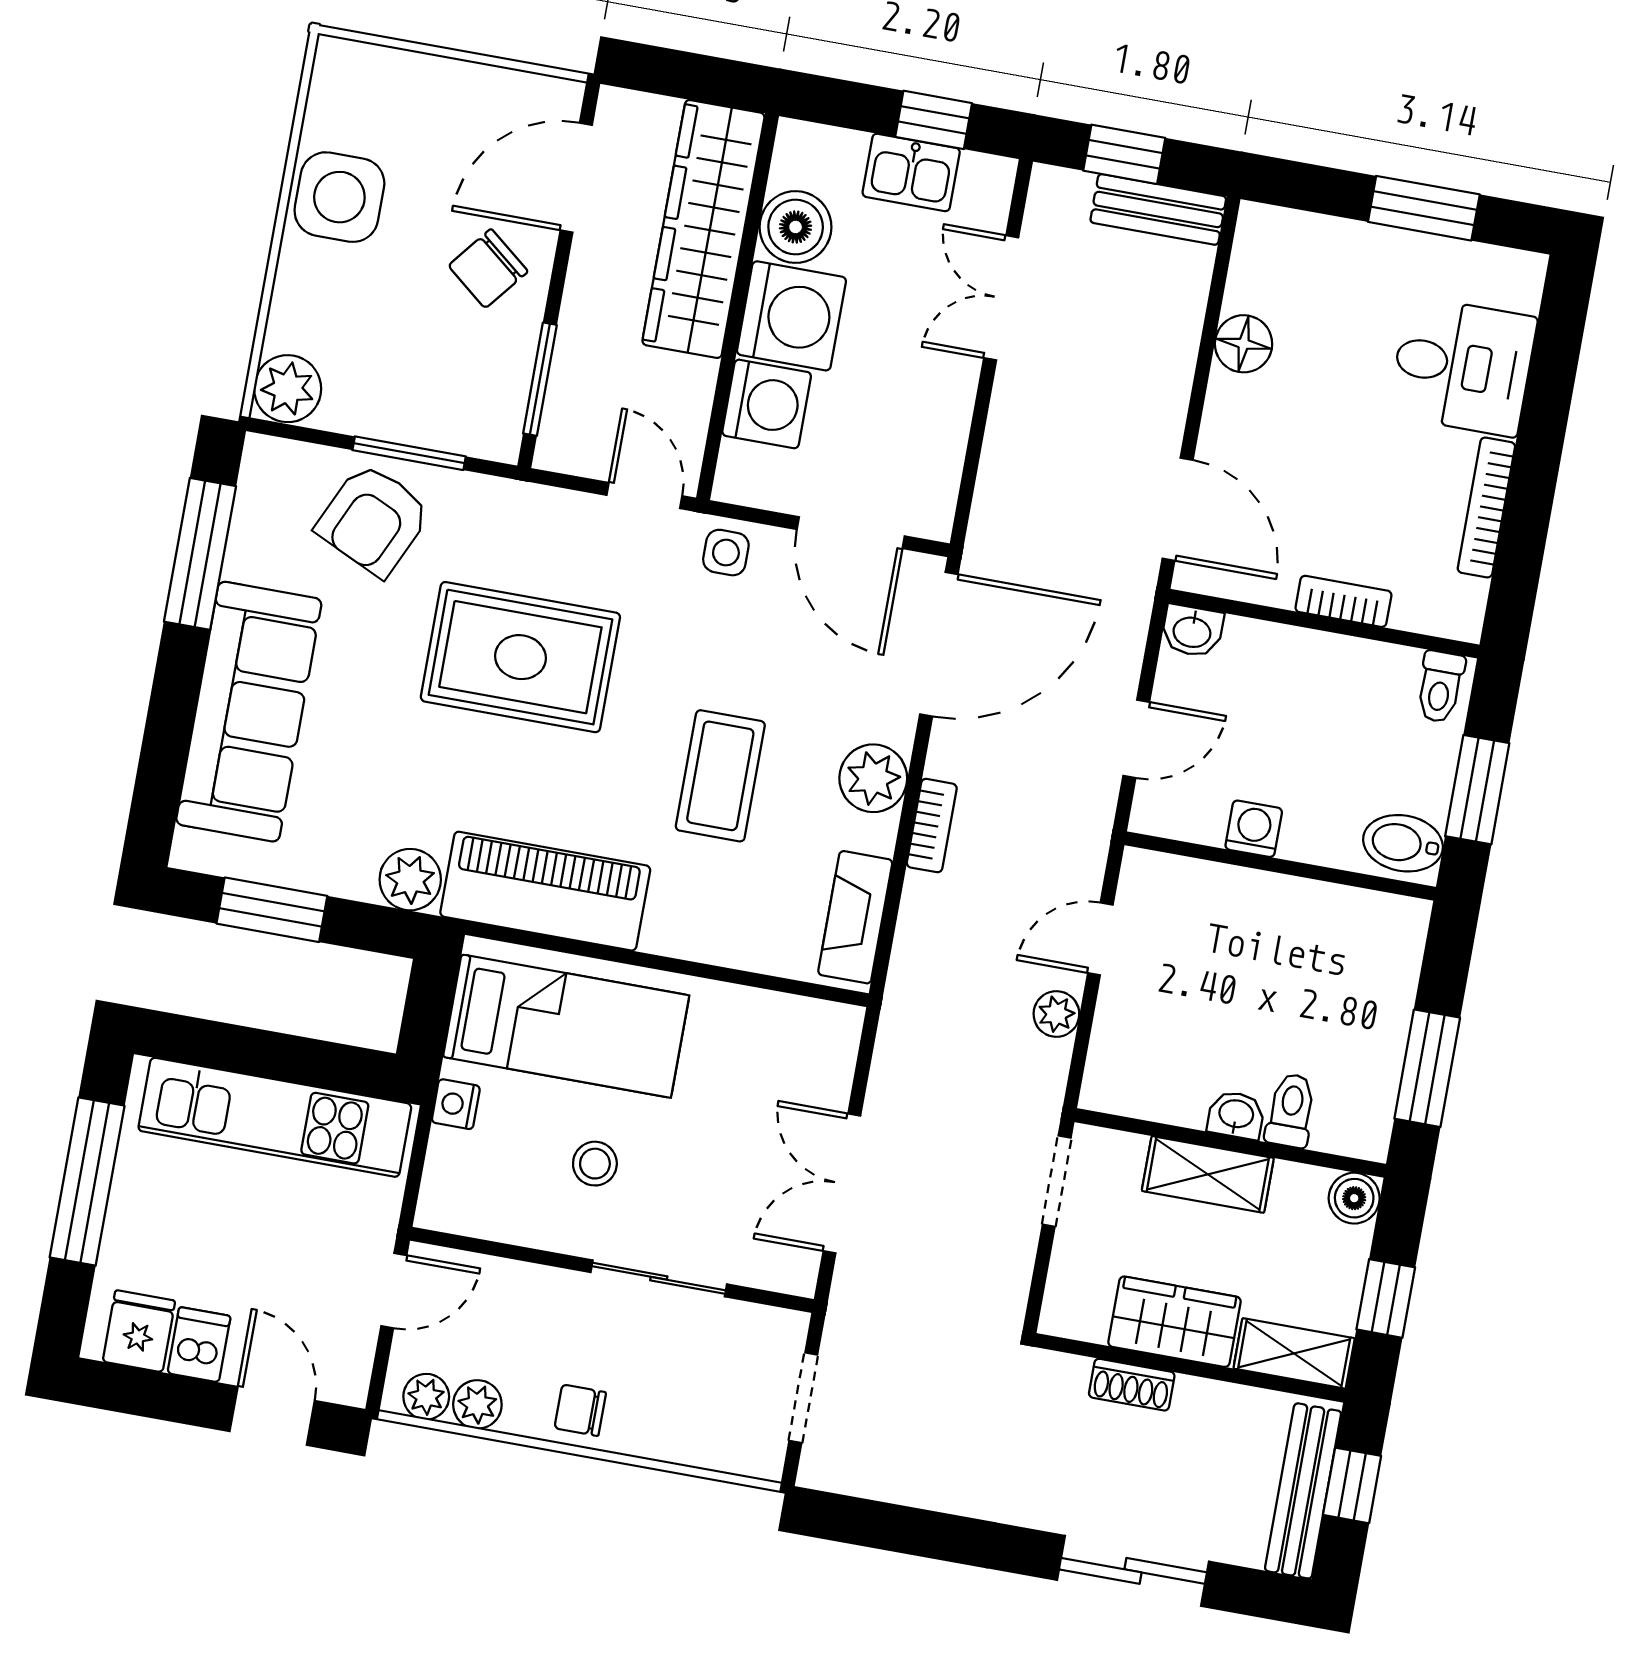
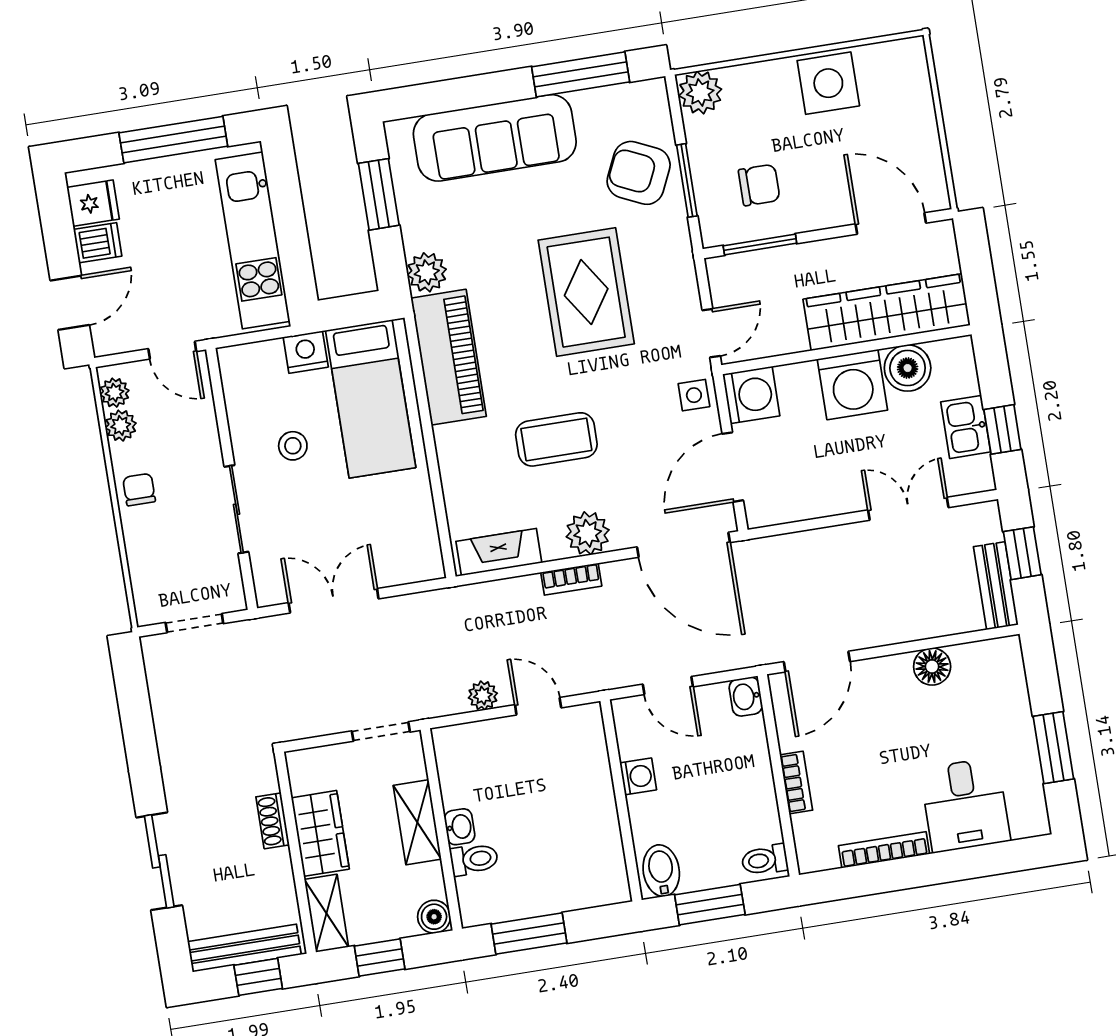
chair: (488, 269) -> (759, 185), moved, turned 141
washing machine: (767, 404) -> (751, 395), moved, turned -90
nightstand: (456, 1104) -> (306, 352), width x1.39, depth x1.35

